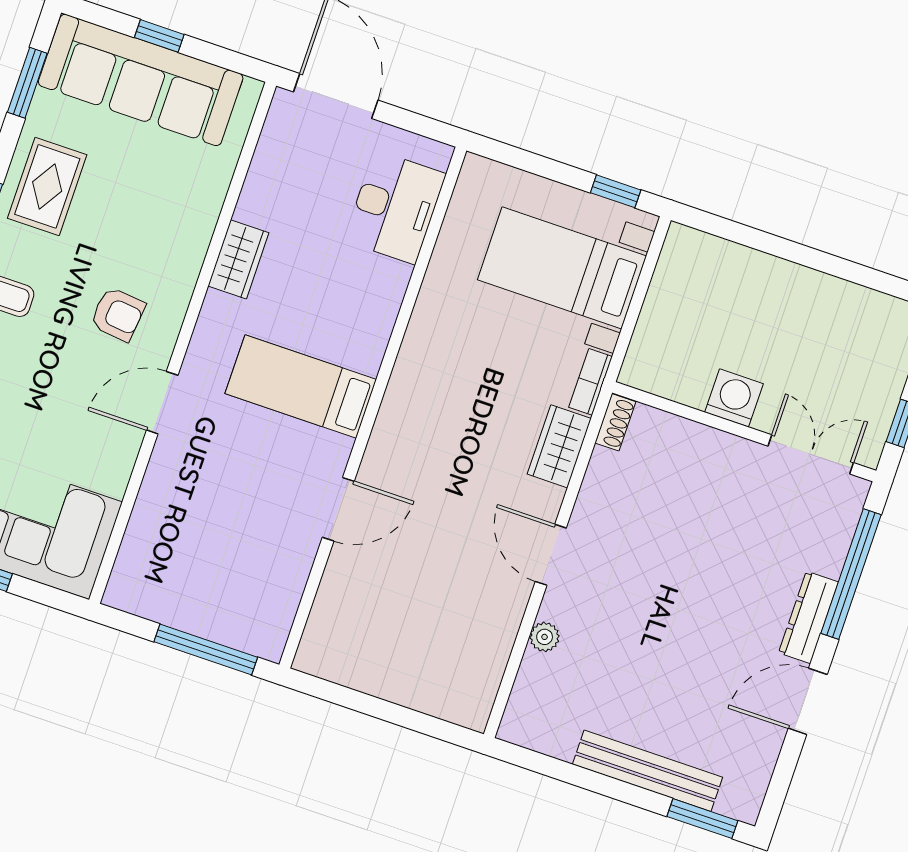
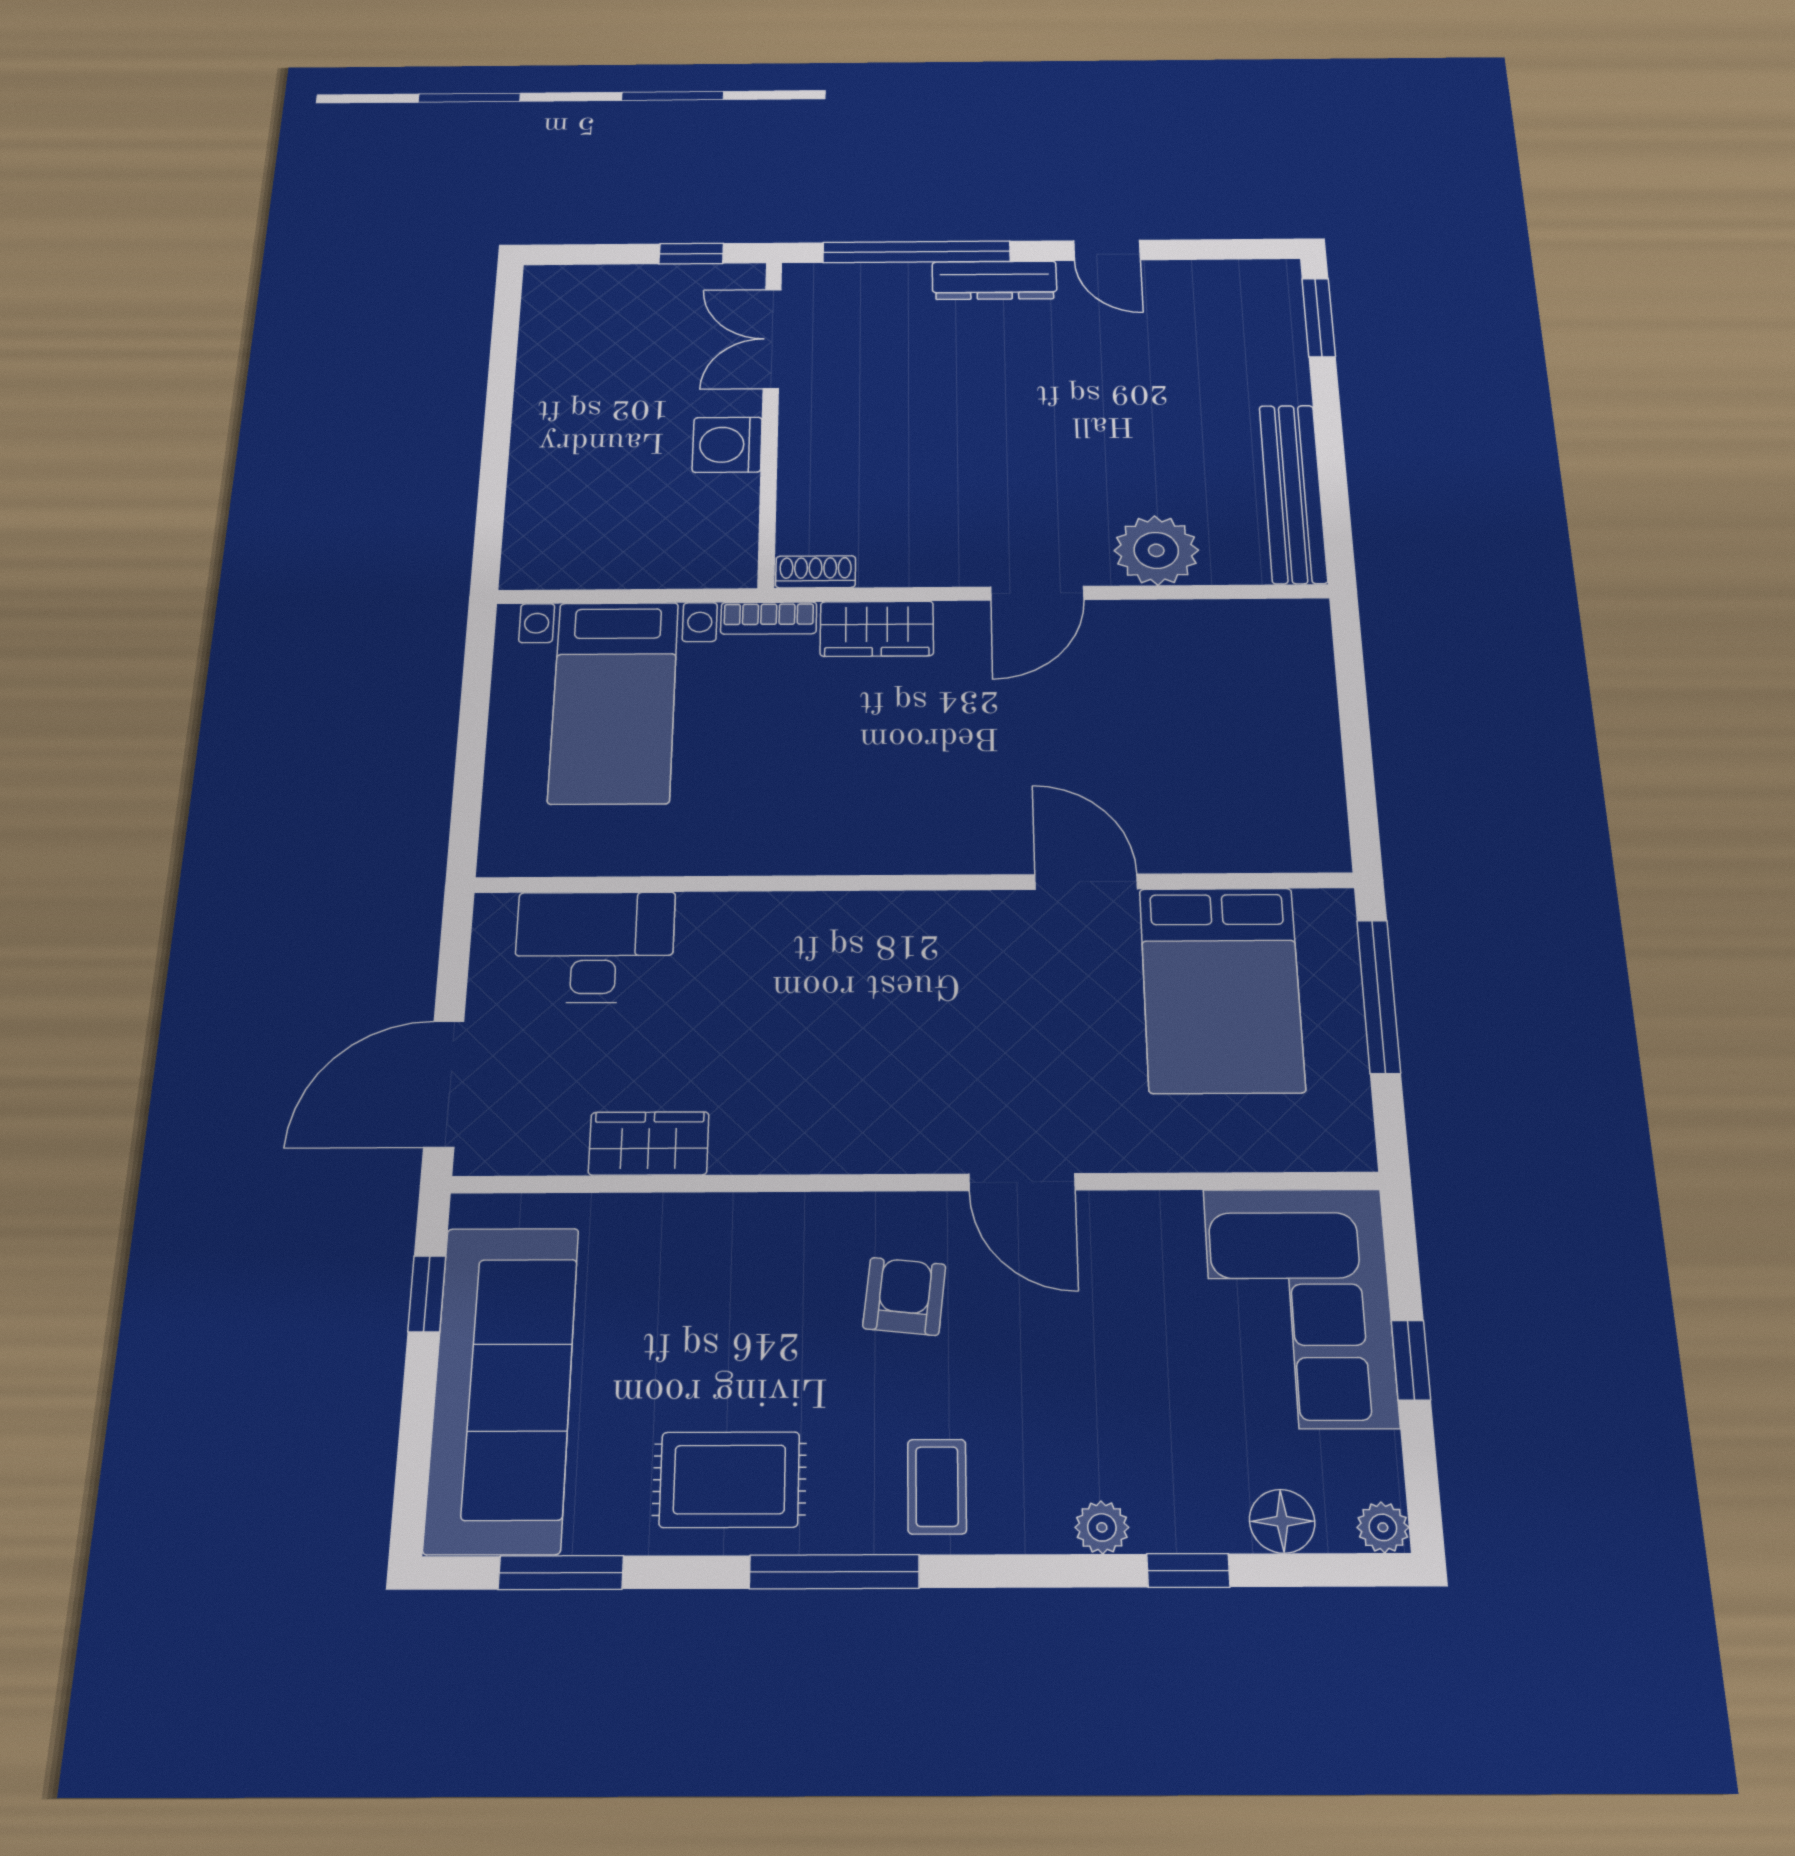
window: (159, 36) -> (427, 1294), moved
window: (616, 191) -> (478, 669), removed
wardrobe: (238, 259) -> (649, 1143), moved
bed: (301, 387) -> (1221, 989), moved, width x1.50
plant: (545, 637) -> (1156, 550), width x1.88, depth x1.88
door: (808, 701) -> (1107, 250), width x0.73
bench: (647, 771) -> (1293, 493), moved

